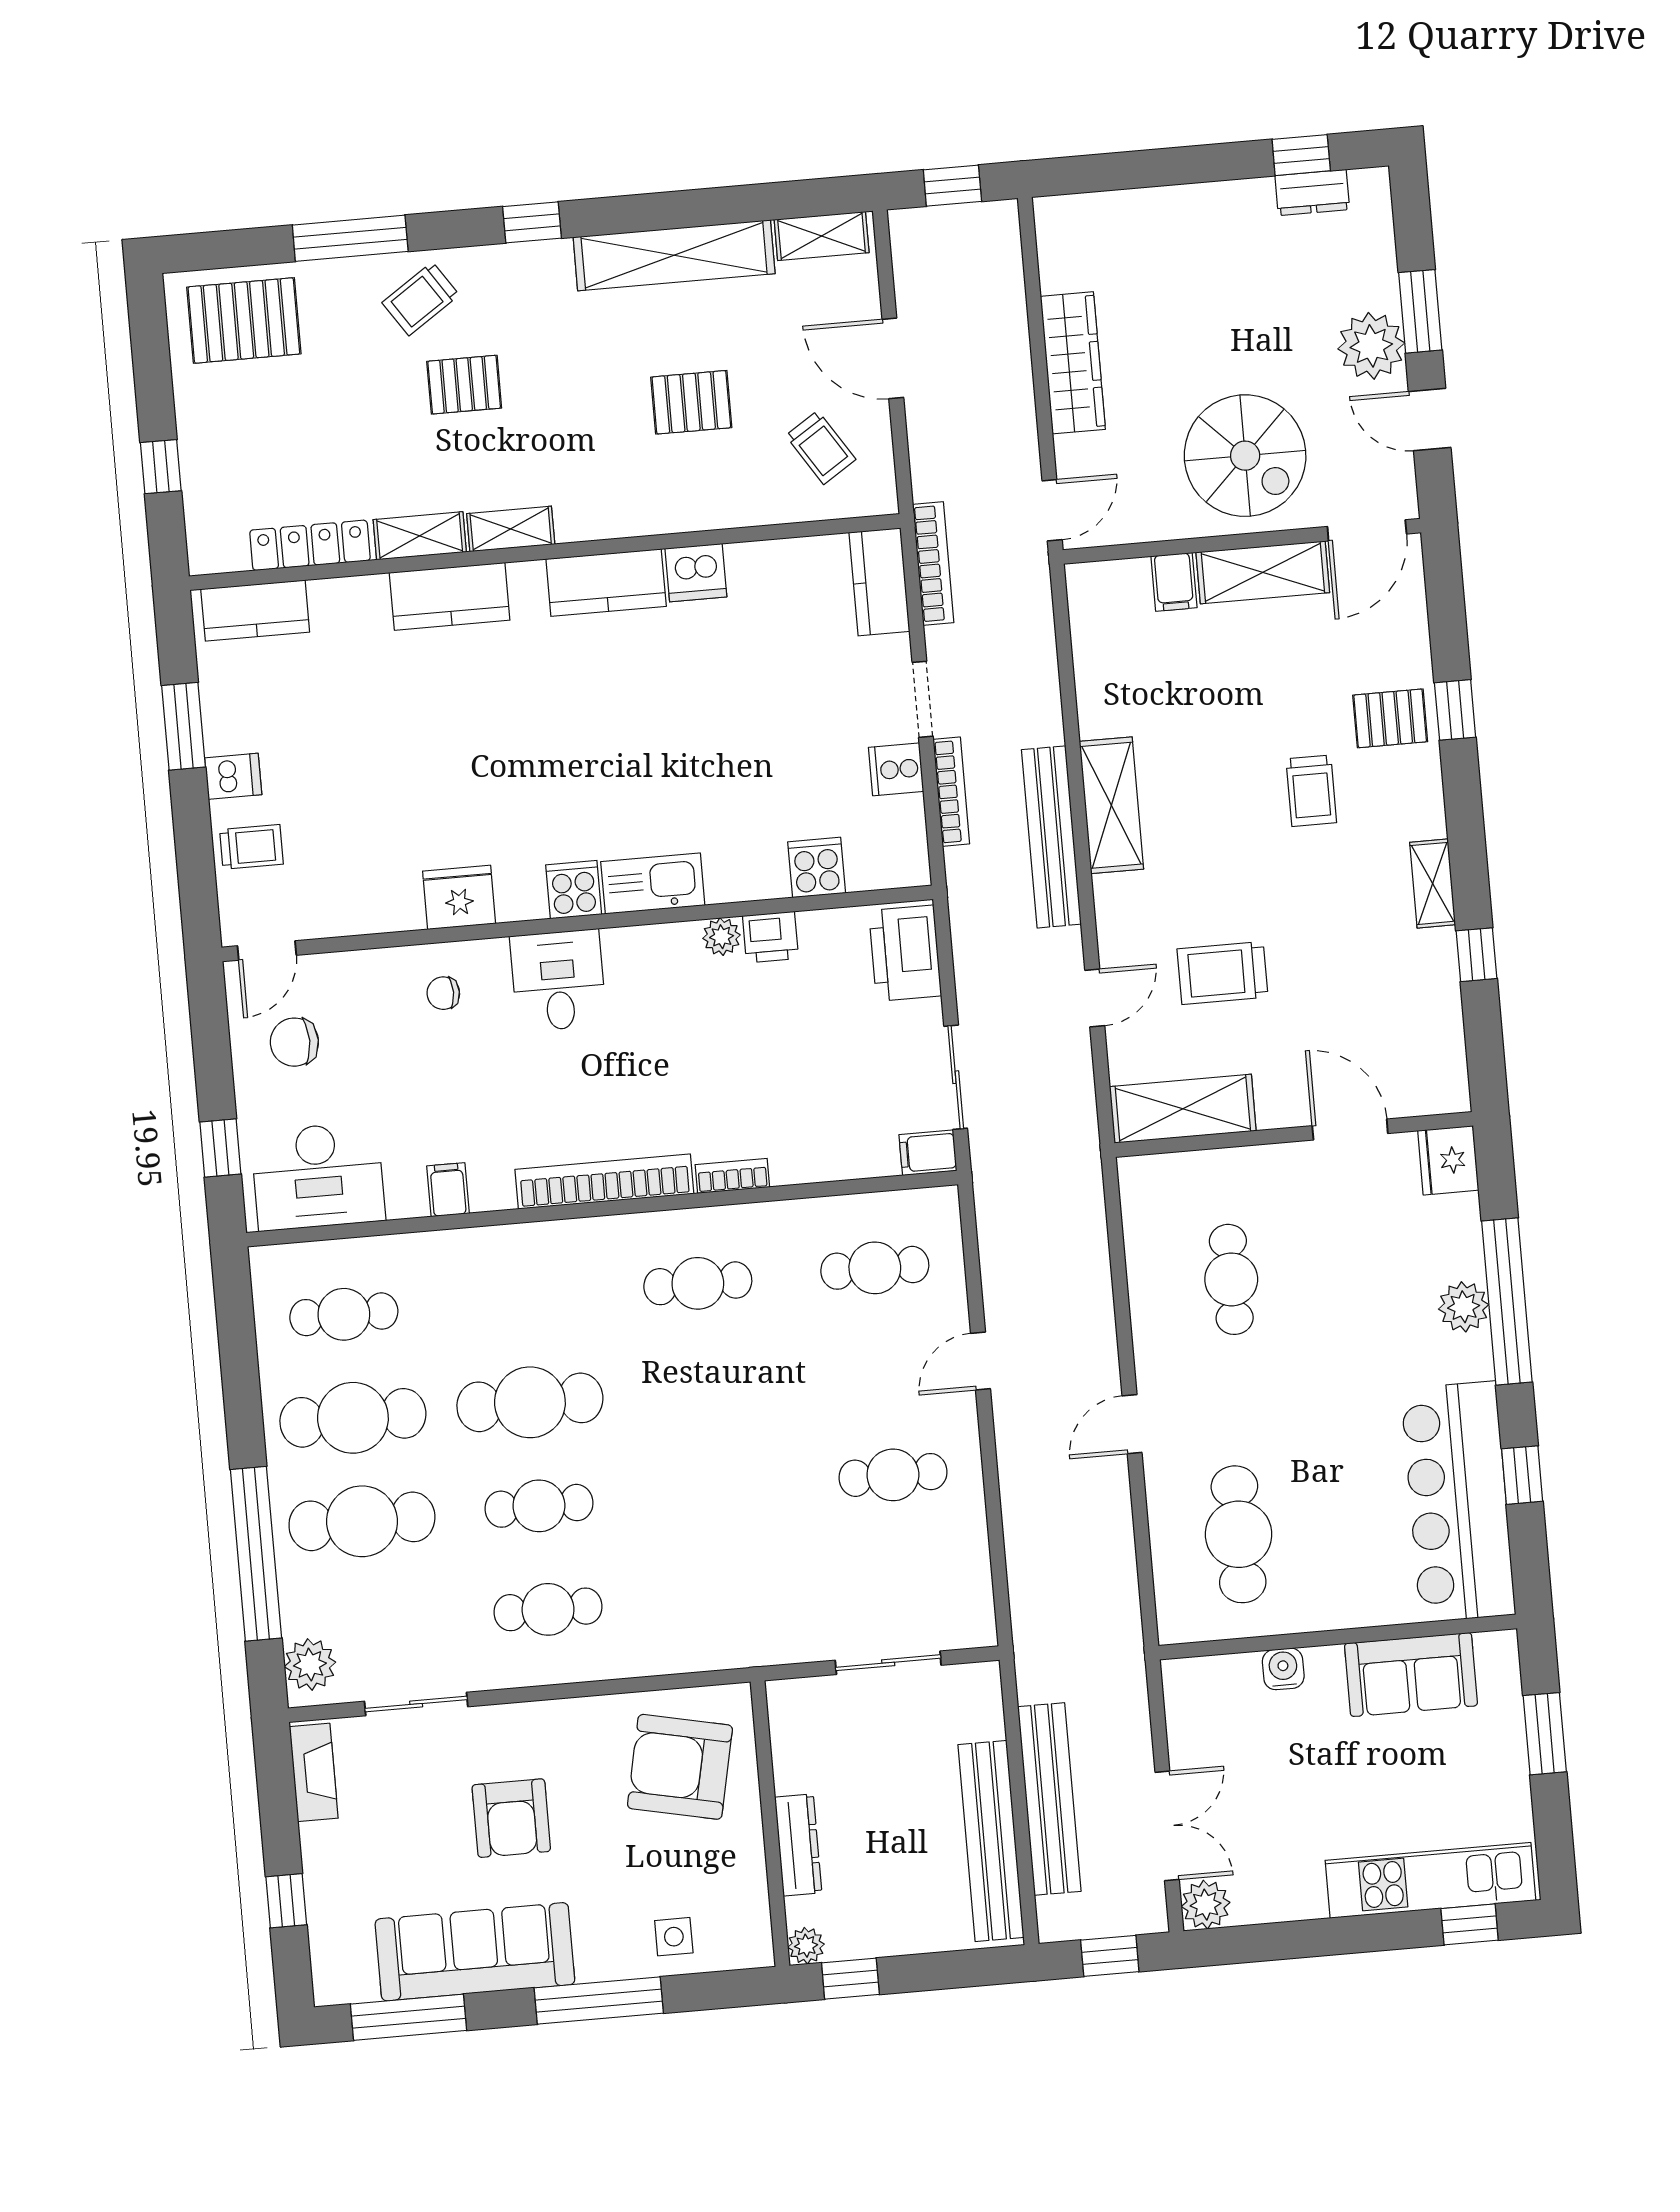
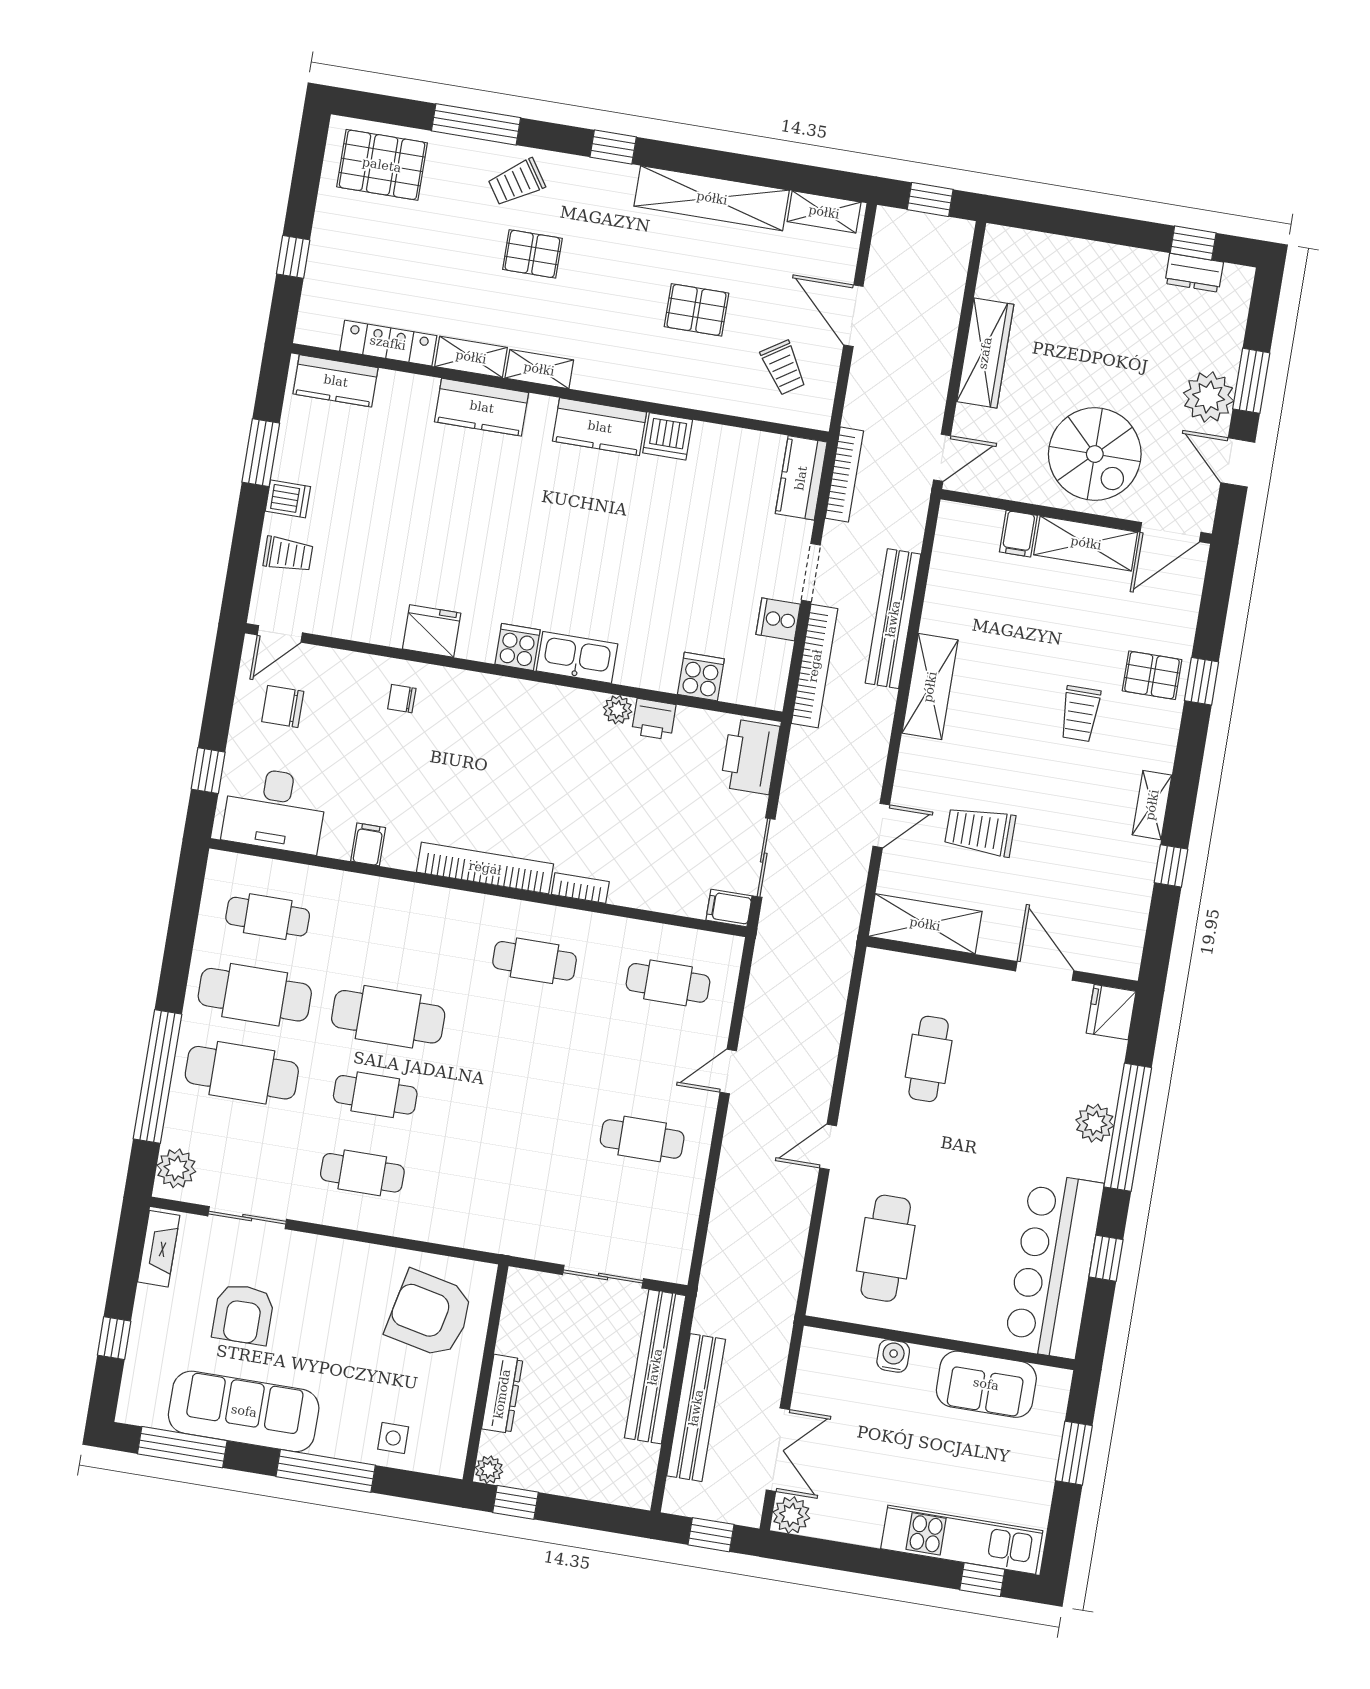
bookcase: (951, 792) -> (815, 666), width x1.48, depth x1.31
bench: (1051, 837) -> (893, 619), moved
desk: (558, 980) -> (489, 711), removed
armchair: (511, 1818) -> (243, 1314), moved
bench: (991, 1841) -> (655, 1367), moved

